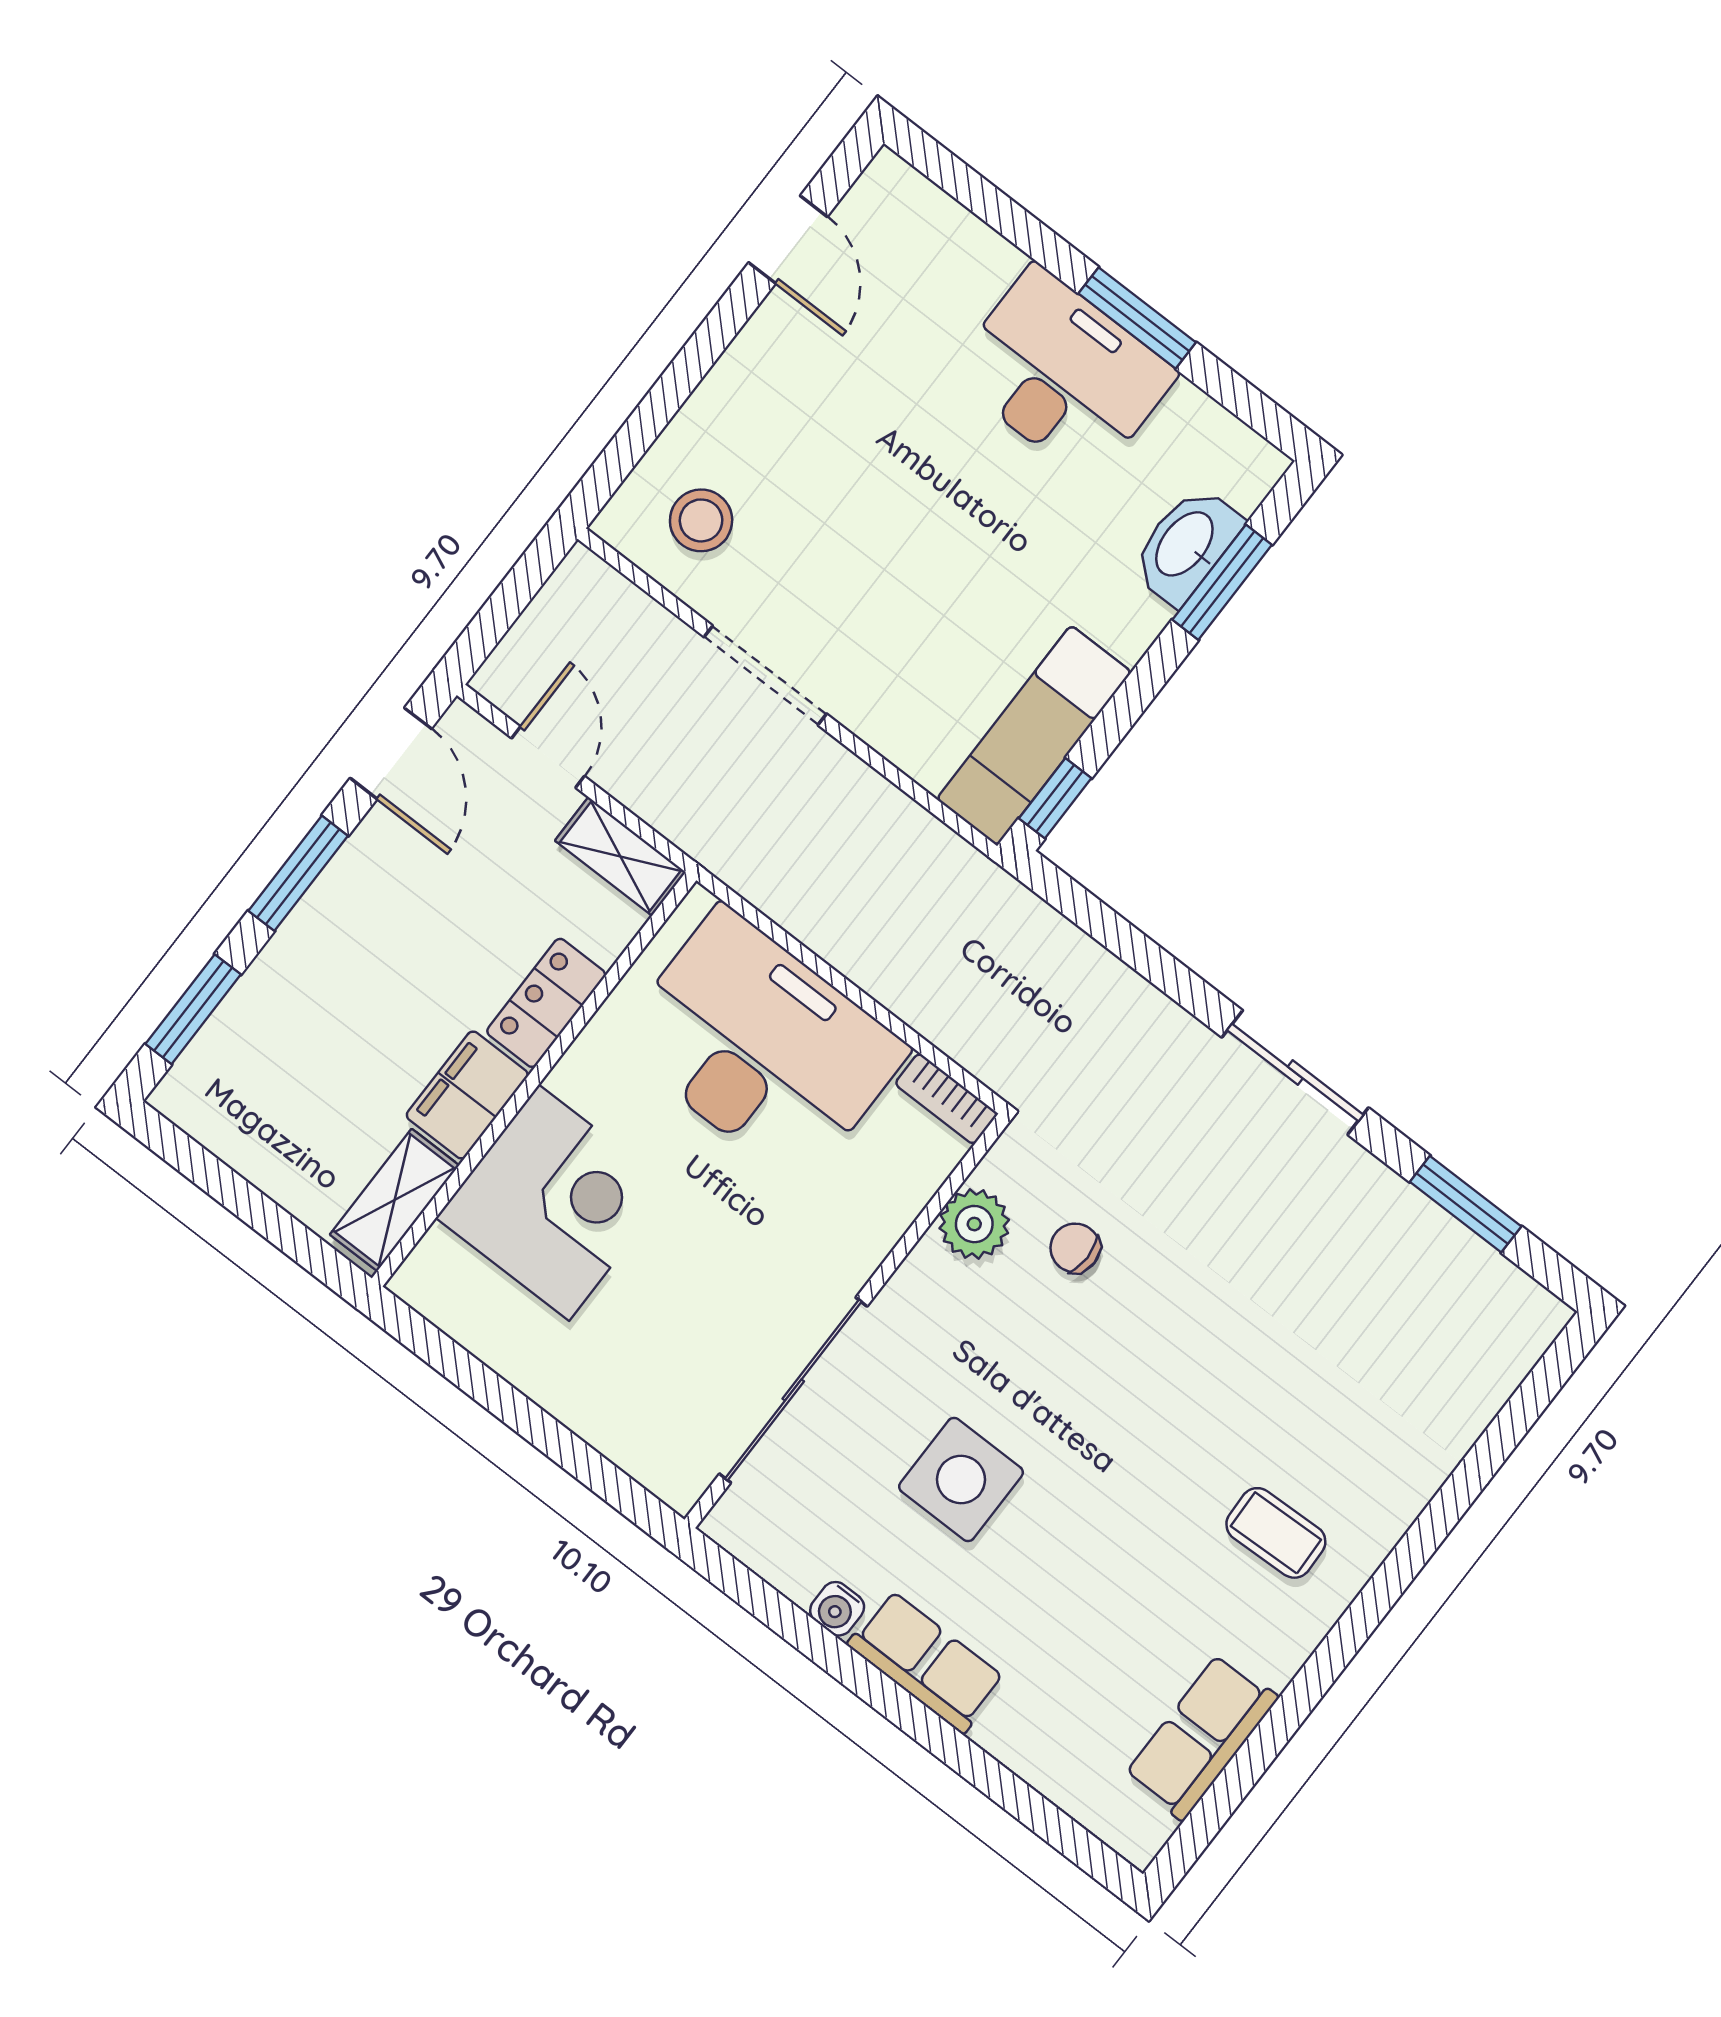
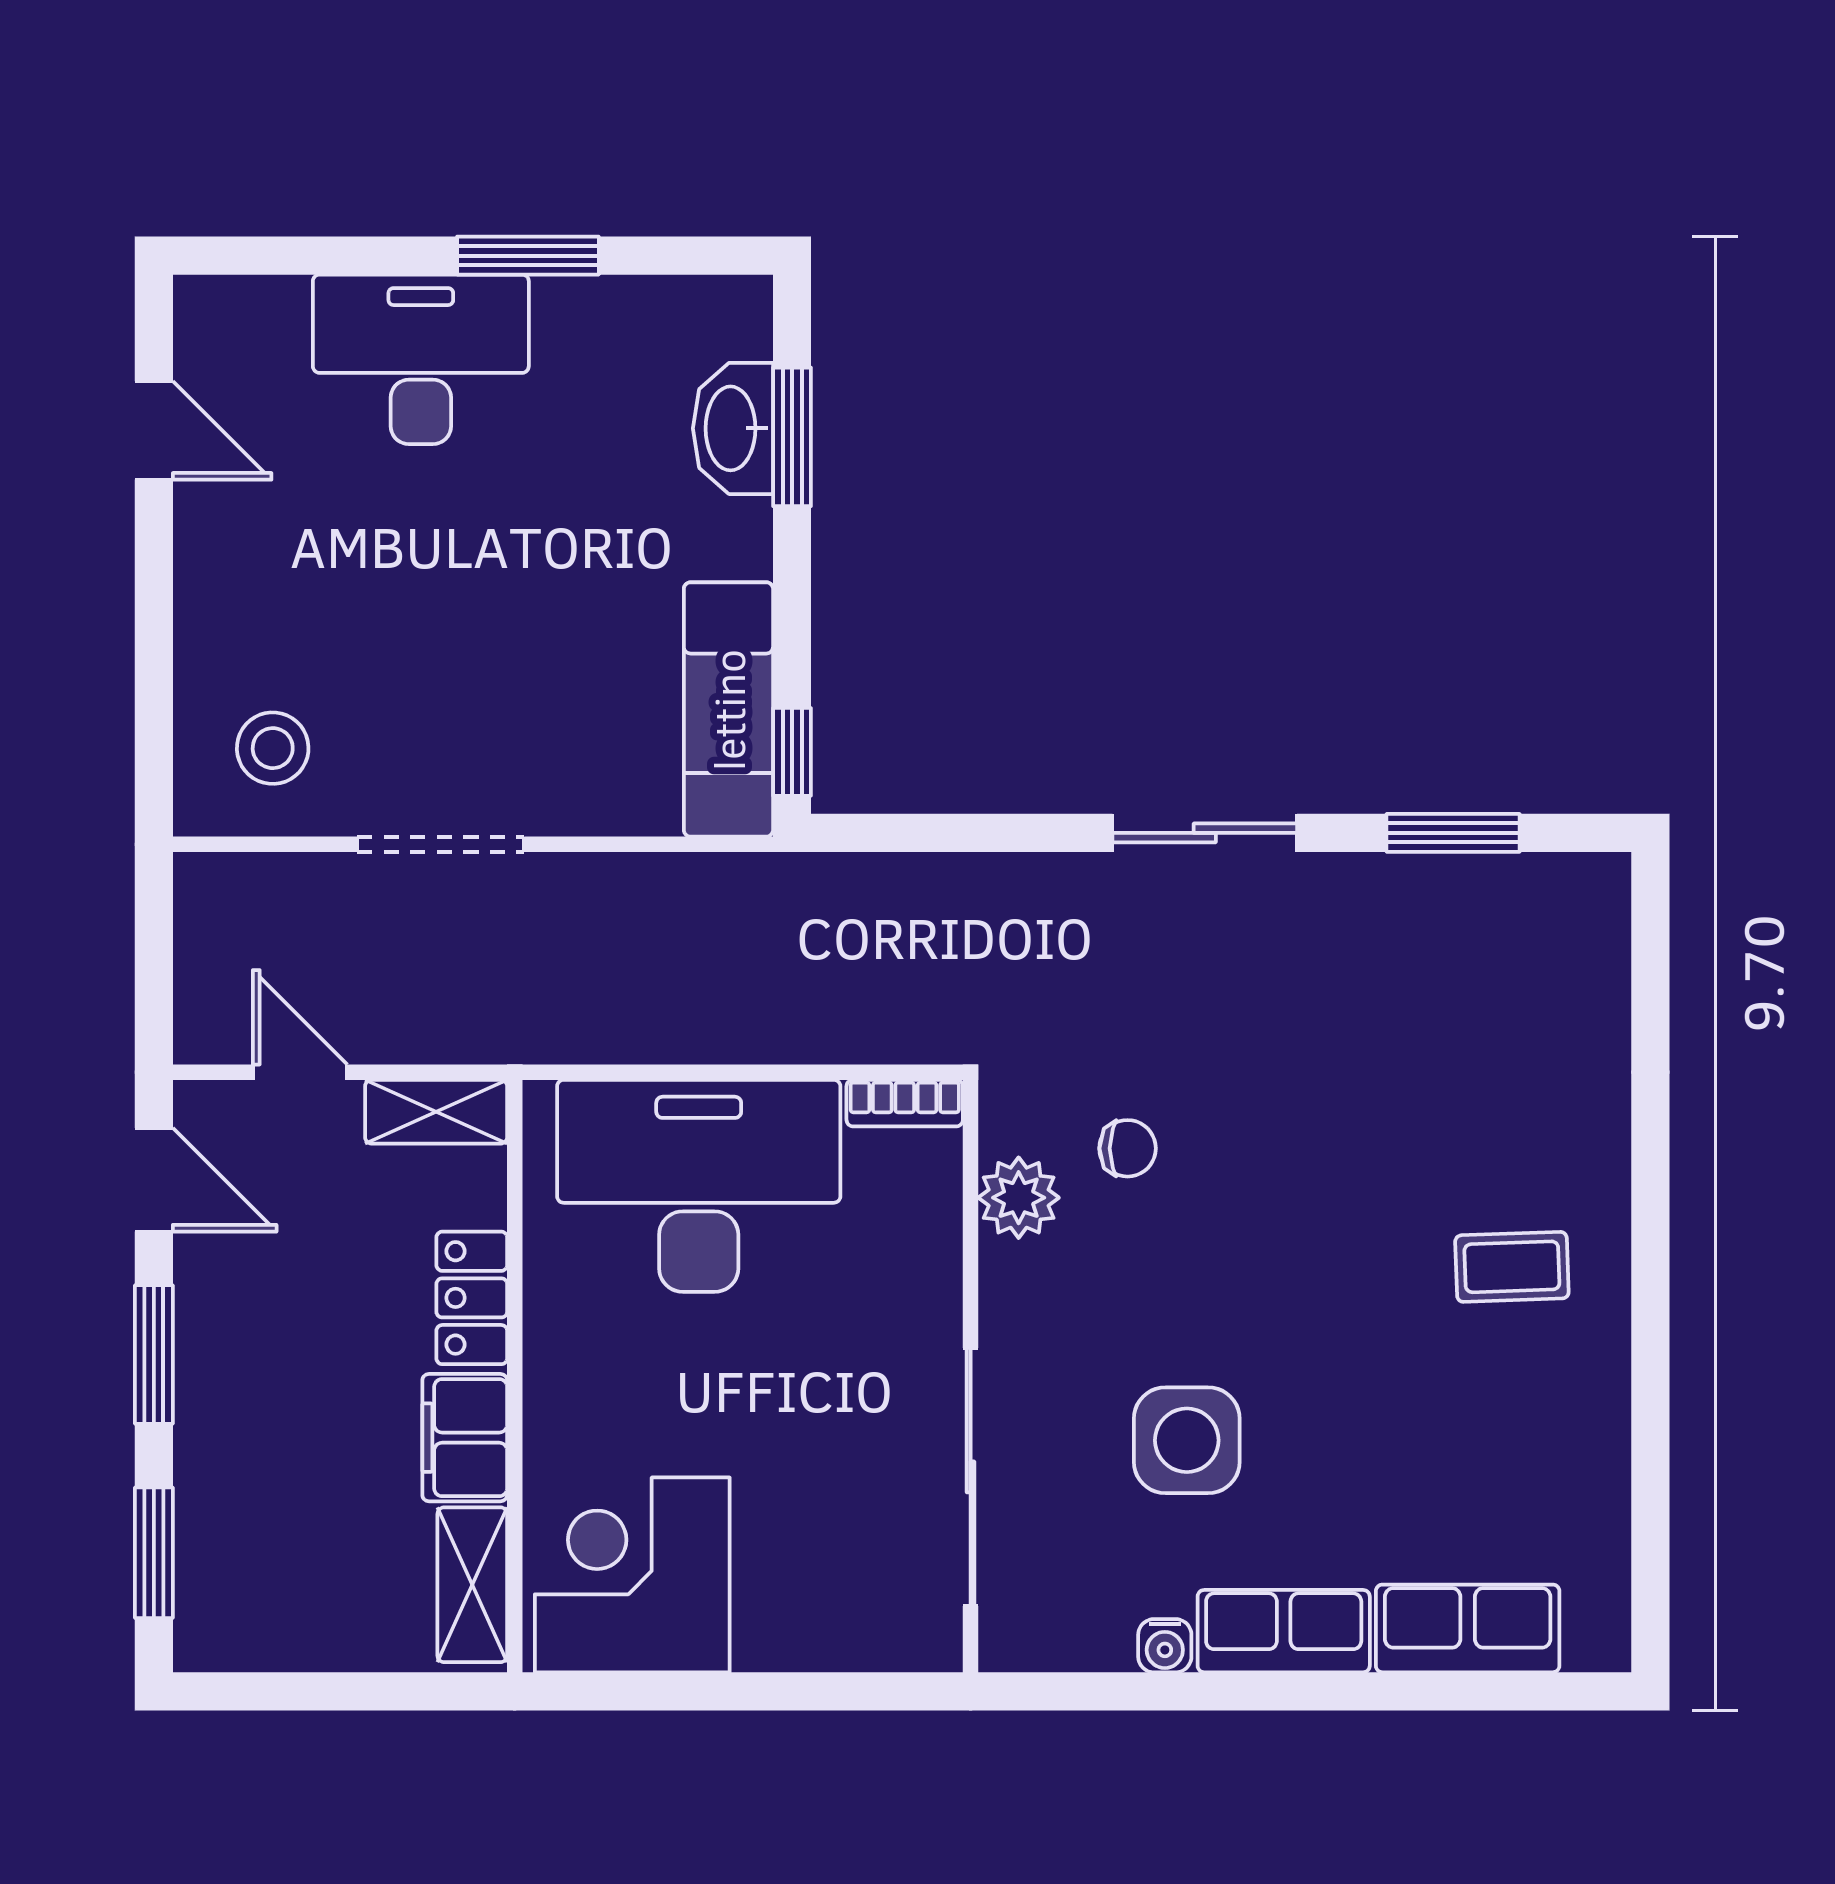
desk: (1062, 374) -> (421, 359), moved
corner desk: (554, 1203) -> (632, 1575), moved, turned -90
chair: (1075, 1248) -> (1128, 1148), turned 180
row of seats: (1201, 1737) -> (1468, 1628), moved, turned 90

